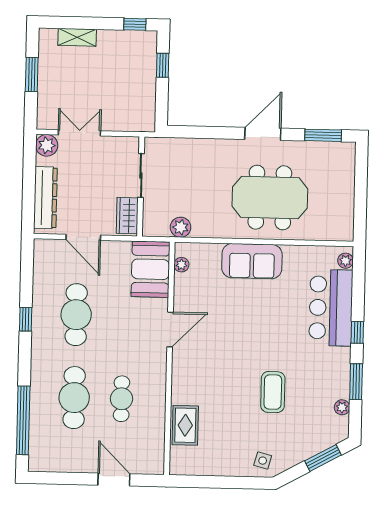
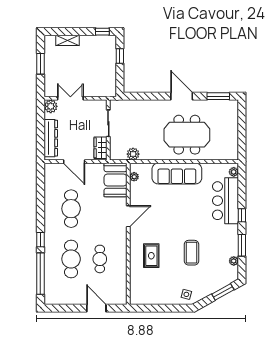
door: (263, 134) -> (182, 96), hinge flipped
sofa: (252, 261) -> (177, 174), width x1.36
window: (26, 319) -> (40, 240), moved
rug: (185, 425) -> (151, 256), moved

